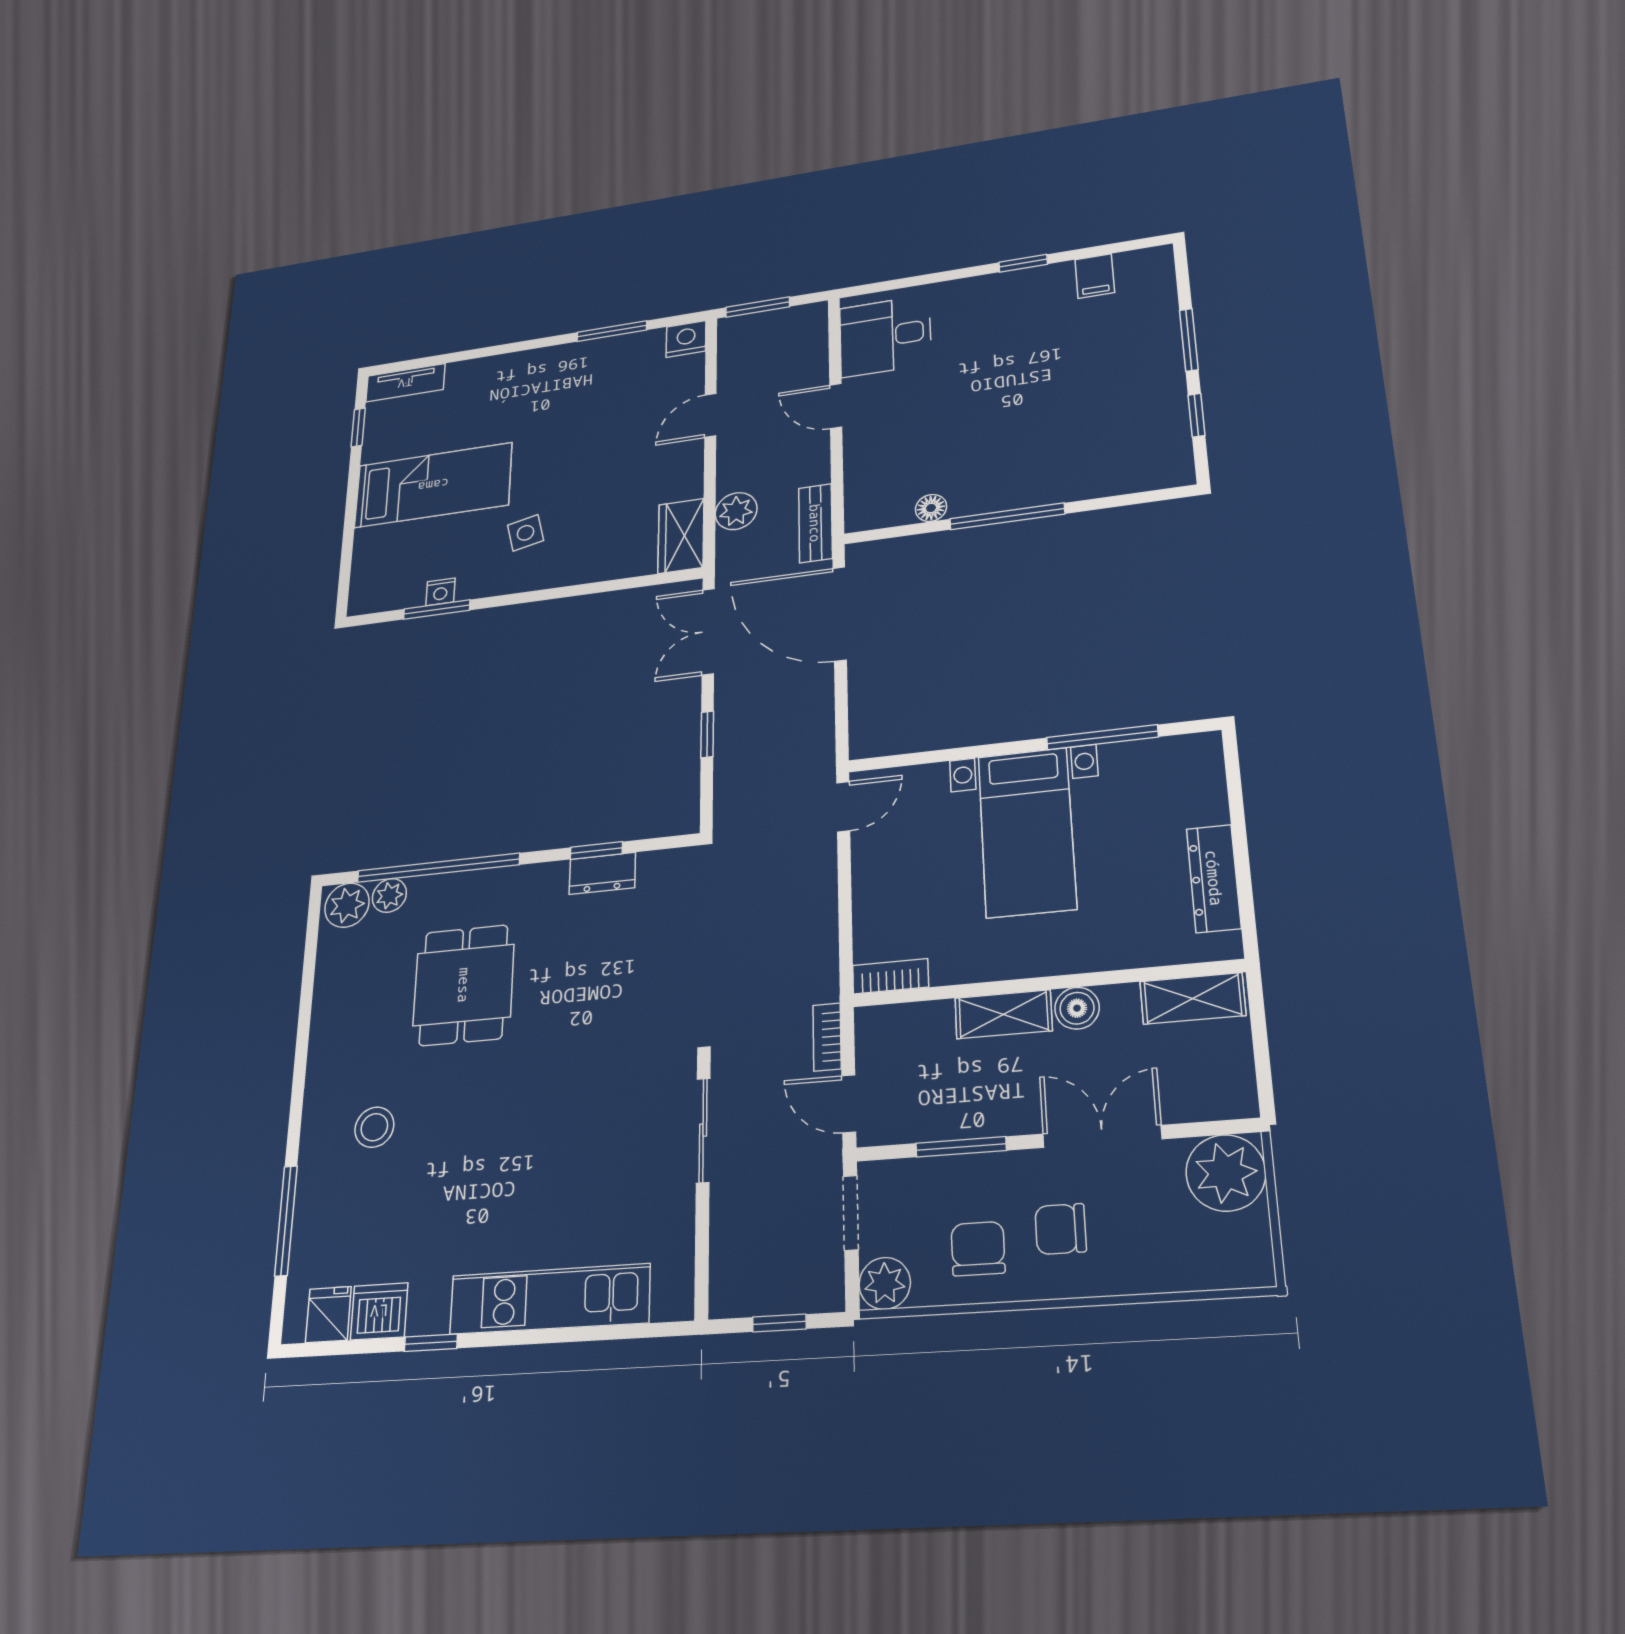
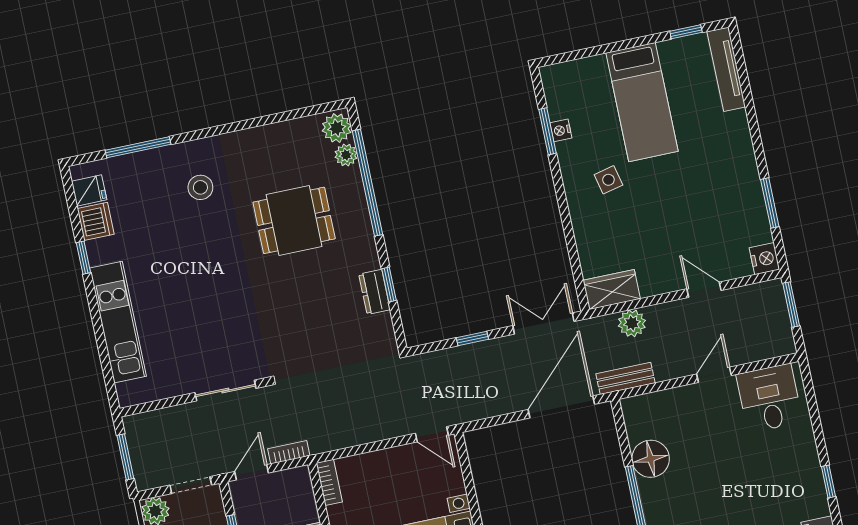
tv unit: (405, 383) -> (726, 69), width x1.41
floor lamp: (931, 508) -> (651, 459), width x1.89, depth x1.89
window: (779, 1323) -> (125, 457), width x1.50

